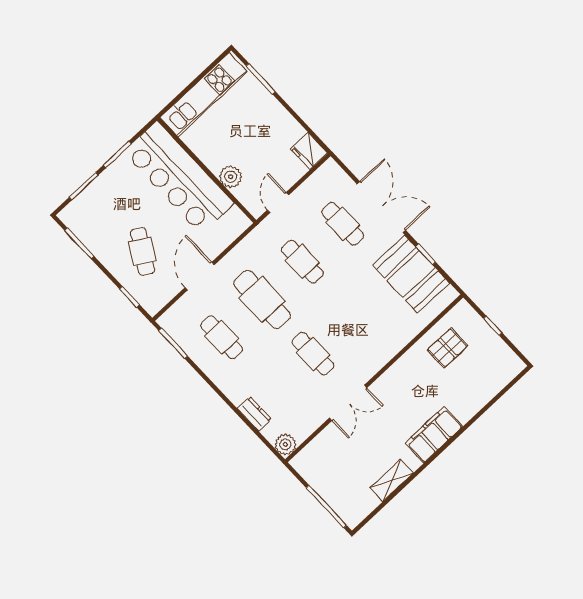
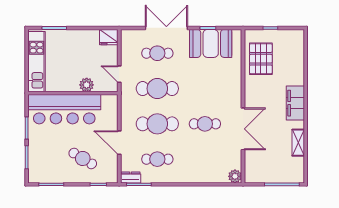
cafe table: (302, 262) -> (157, 89), width x1.37, depth x1.35
pallet: (447, 348) -> (261, 59), width x1.50, depth x1.42
double door: (348, 403) -> (243, 129), width x1.37
dresser: (254, 414) -> (131, 177), moved

